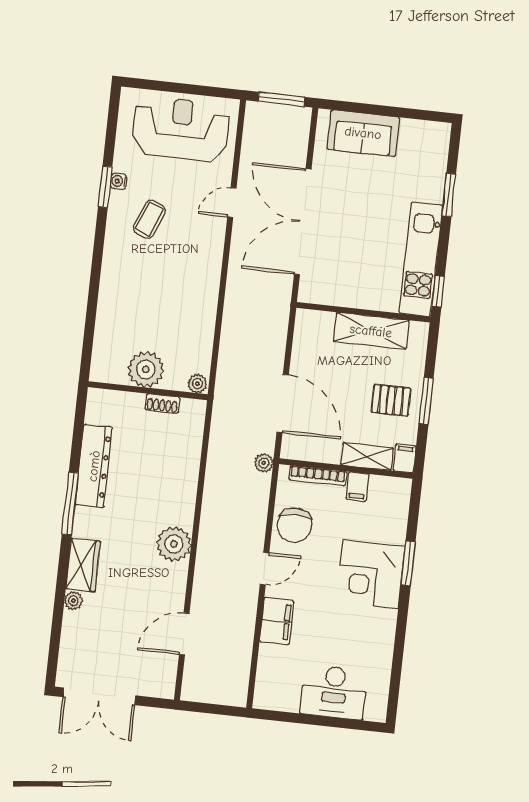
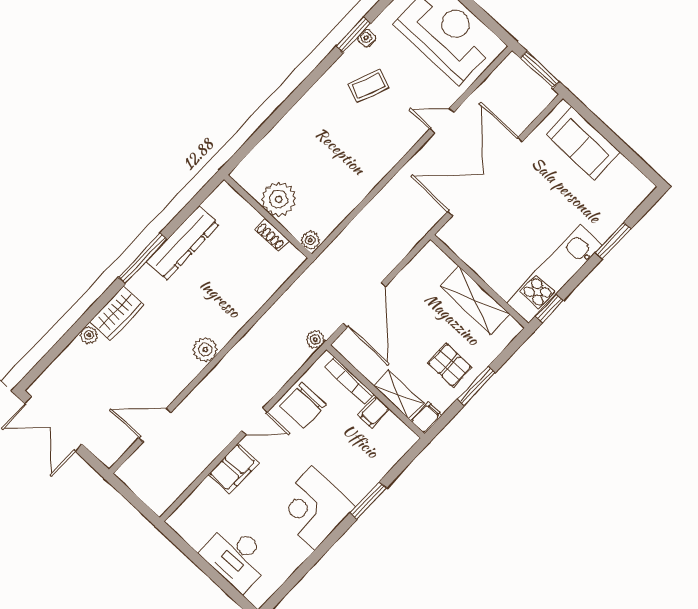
plant: (174, 544) -> (205, 350), width x0.73, depth x0.73
corner desk: (371, 574) -> (313, 508), moved

